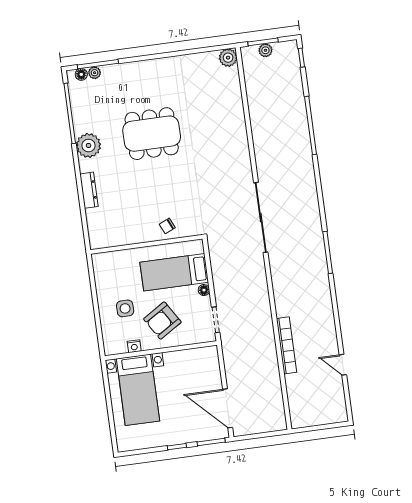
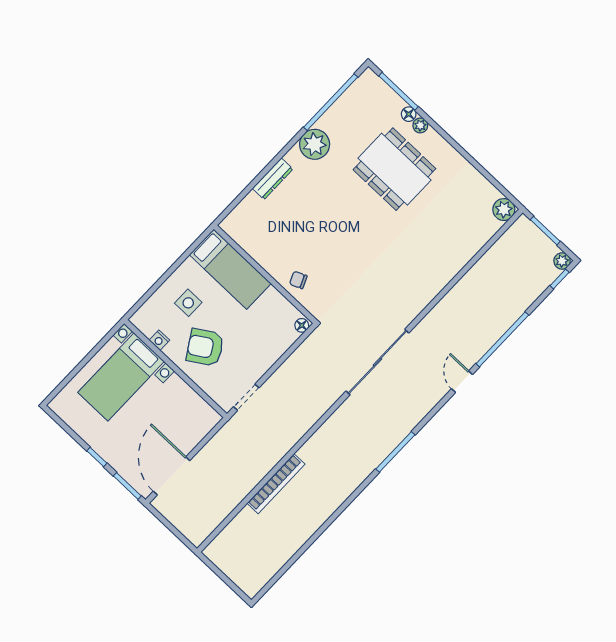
plant: (265, 50) -> (562, 261), moved
plant: (95, 73) -> (420, 125), moved
floor lamp: (81, 74) -> (409, 114), moved
dining table: (152, 134) -> (394, 169), moved
bed: (174, 272) -> (230, 269), moved, turned 180
floor lamp: (204, 290) -> (302, 325), moved
door: (343, 365) -> (462, 382), moved

